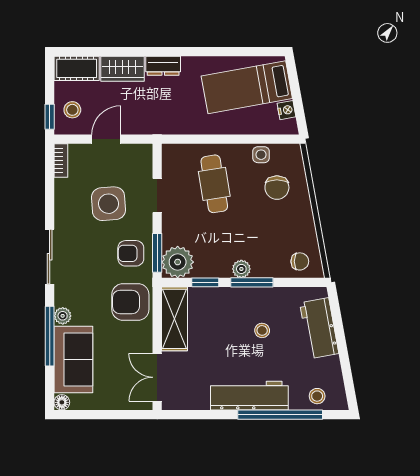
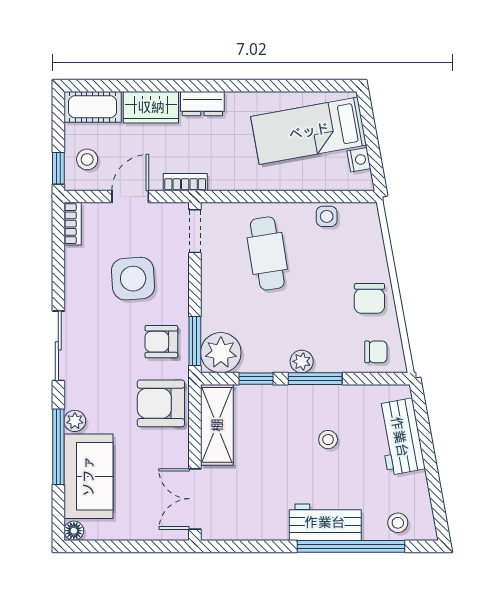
bookcase: (150, 128) -> (185, 182), added
chair: (277, 188) -> (369, 298), moved
doorway: (157, 196) -> (195, 231), moved
workbench: (249, 396) -> (325, 522), width x0.73

